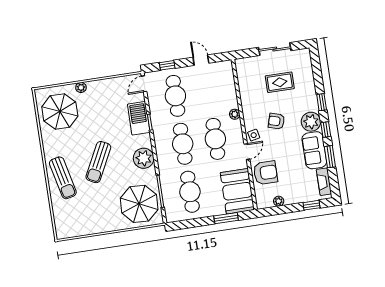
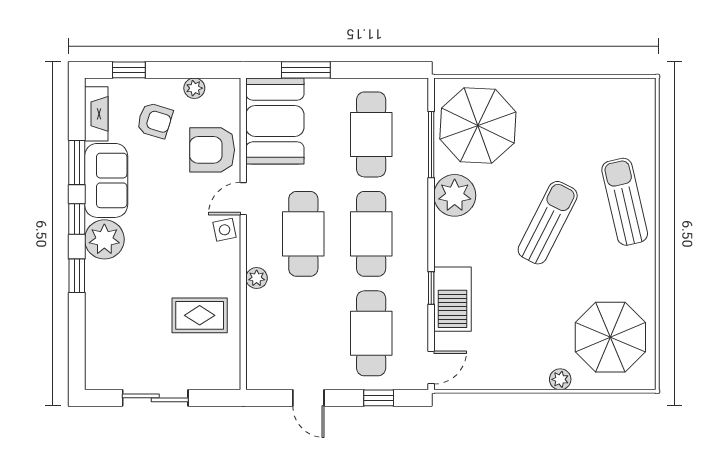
rug: (280, 82) -> (200, 315), moved
armchair: (276, 121) -> (155, 120), moved
plant: (144, 158) -> (455, 195), moved

